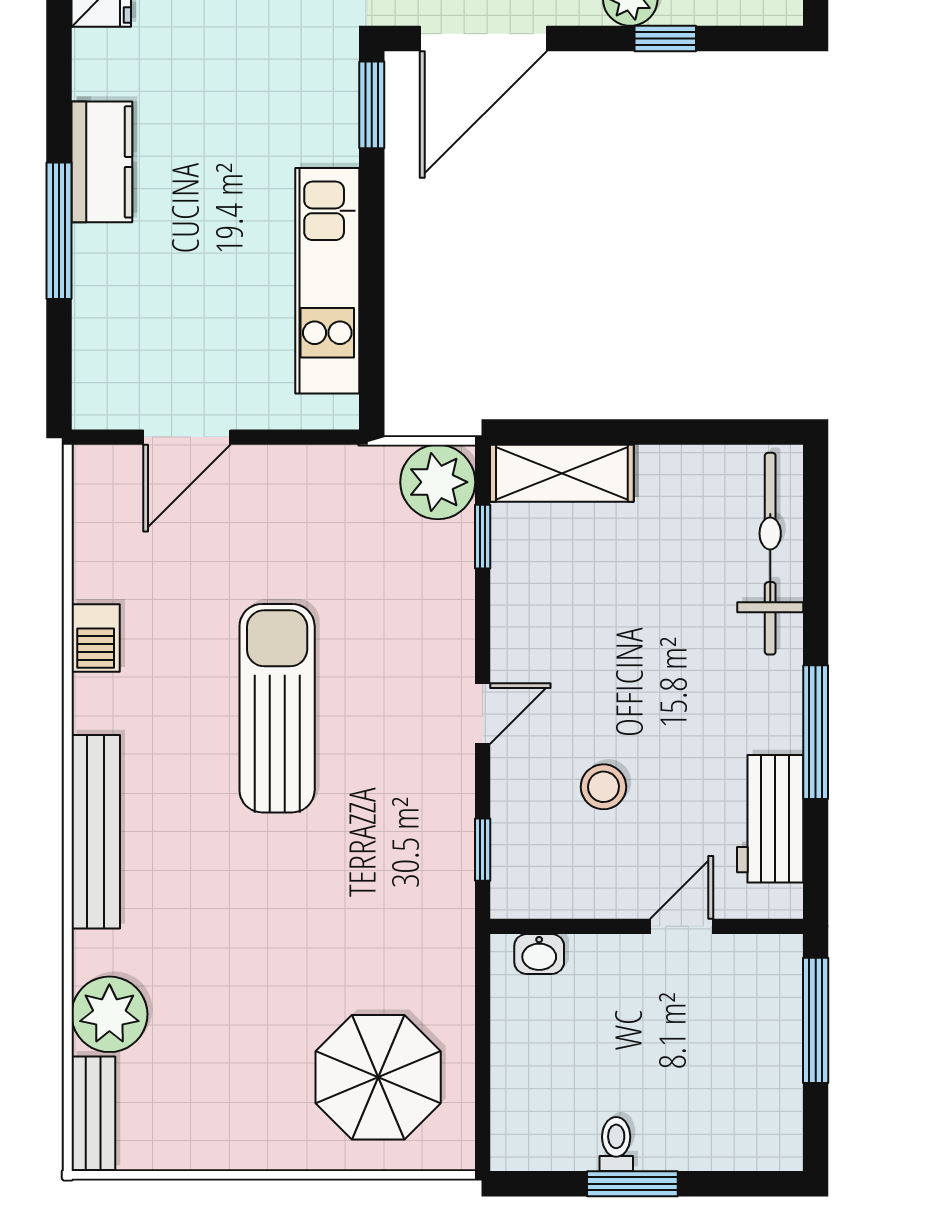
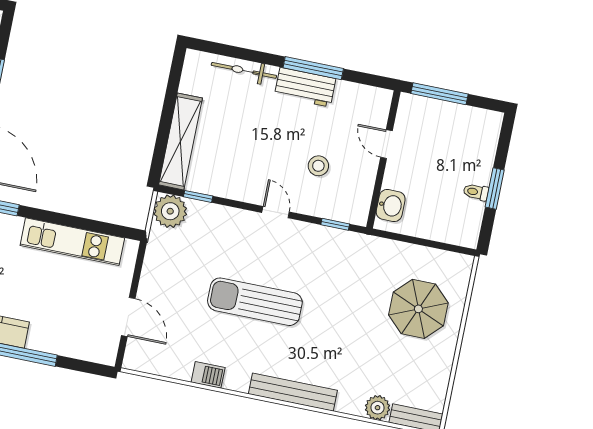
shelving: (562, 473) -> (180, 141), width x1.47
bicycle: (770, 554) -> (244, 70), width x0.73, depth x0.71
workbench: (770, 819) -> (305, 87), moved
washbasin: (539, 954) -> (391, 206), width x1.38, depth x1.45
plant: (109, 1014) -> (378, 408), width x0.73, depth x0.73
parasol: (378, 1077) -> (418, 309), moved

